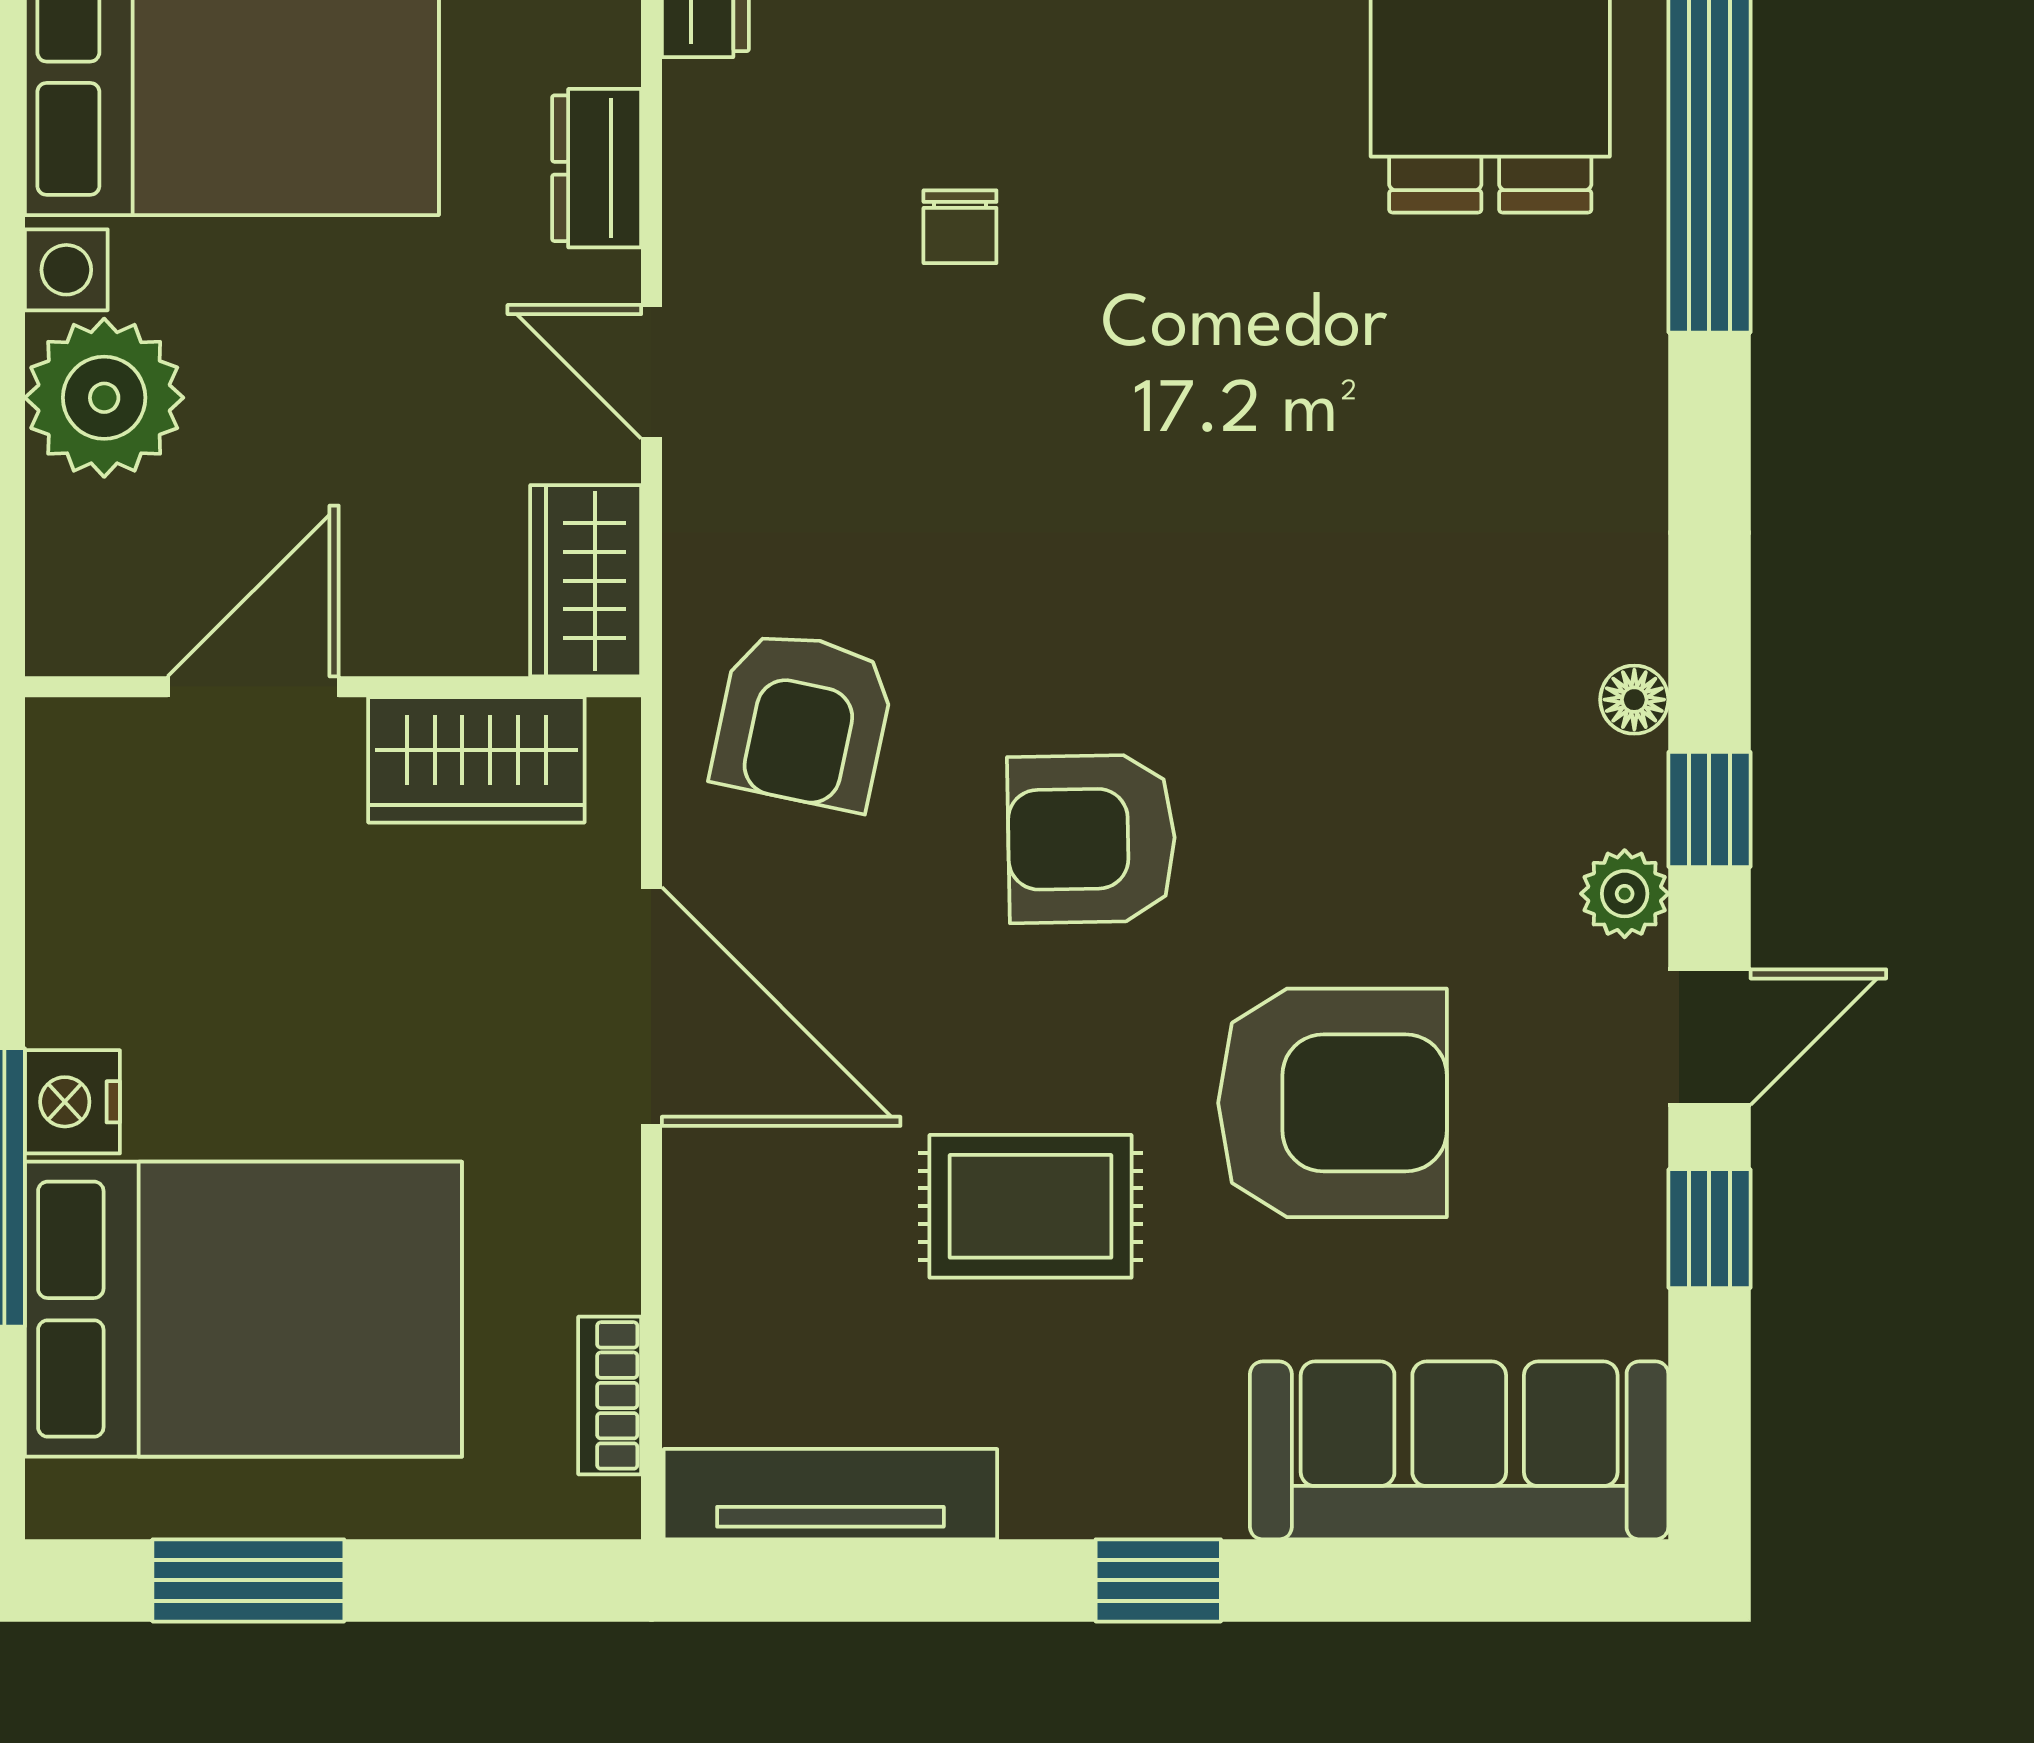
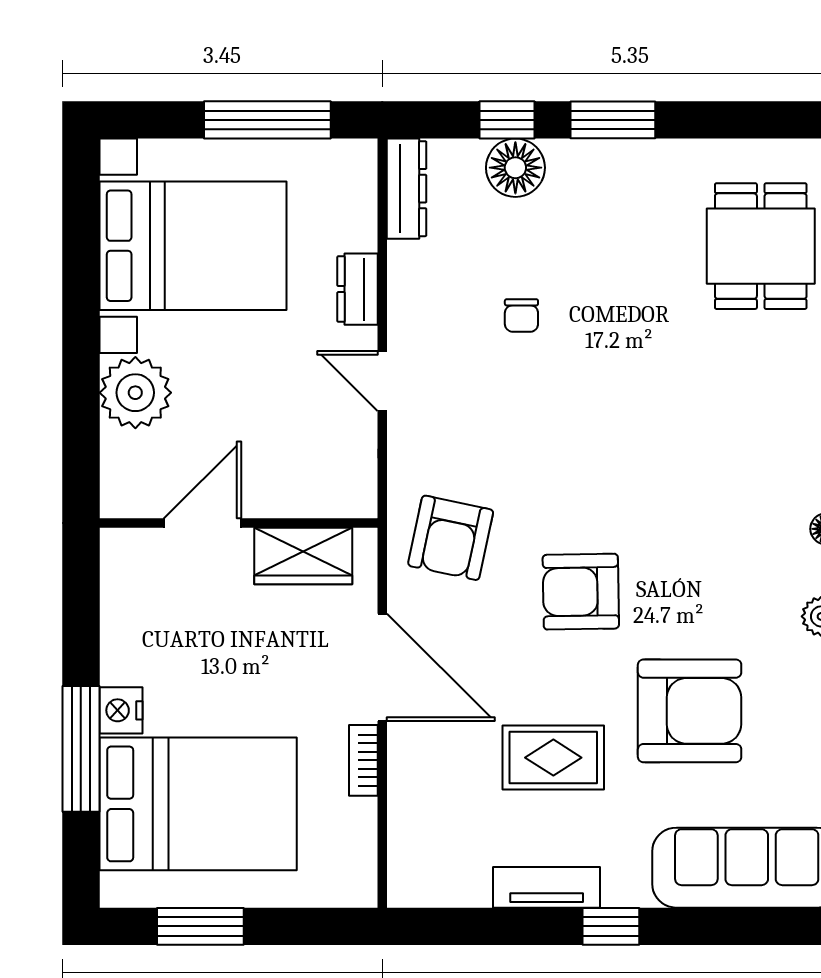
wardrobe: (586, 581) -> (353, 475), removed
bookcase: (610, 1395) -> (363, 760), moved
tv unit: (830, 1494) -> (547, 887), moved, width x0.71

